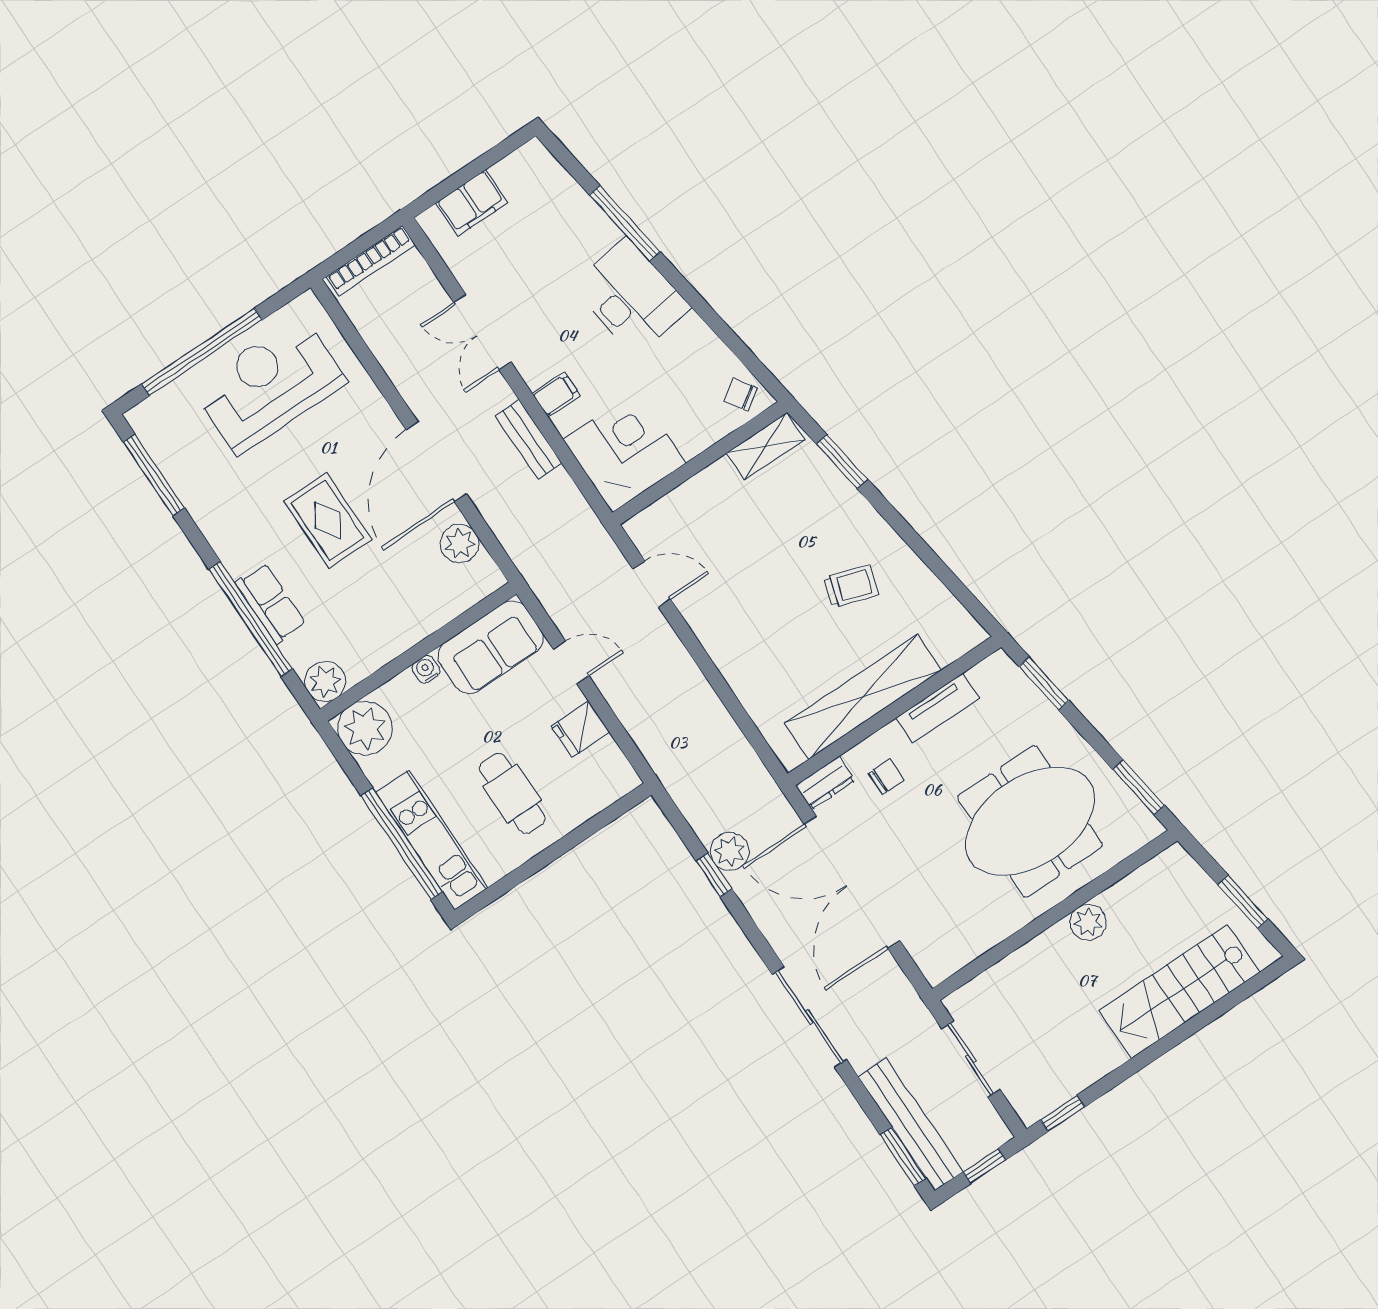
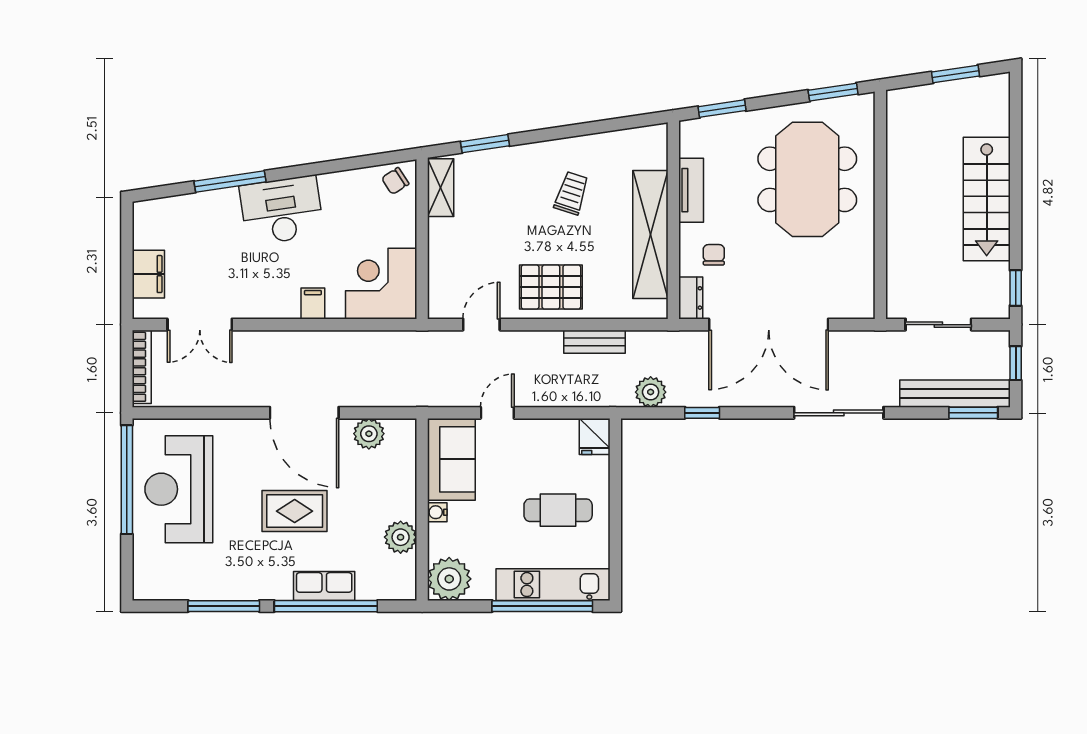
double door: (482, 332) -> (200, 325), moved
window: (202, 352) -> (127, 480), moved
bench: (528, 439) -> (595, 342), moved
window: (154, 475) -> (224, 606), moved
pallet: (739, 630) -> (551, 287), added
plant: (325, 682) -> (401, 537), moved
fridge: (580, 729) -> (595, 437), moved
plant: (730, 852) -> (651, 392), moved
plant: (1088, 922) -> (900, 186), removed
stairs: (1179, 991) -> (987, 199), moved

